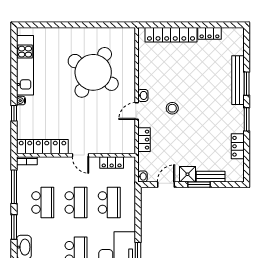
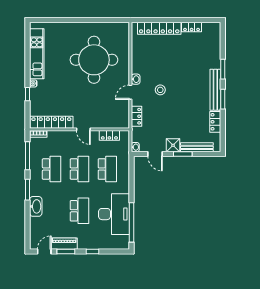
round table: (93, 72) -> (94, 60), turned -32
bench: (238, 80) -> (215, 90), moved
bench: (211, 177) -> (197, 147), width x1.36
door: (166, 185) -> (155, 154), swing flipped

